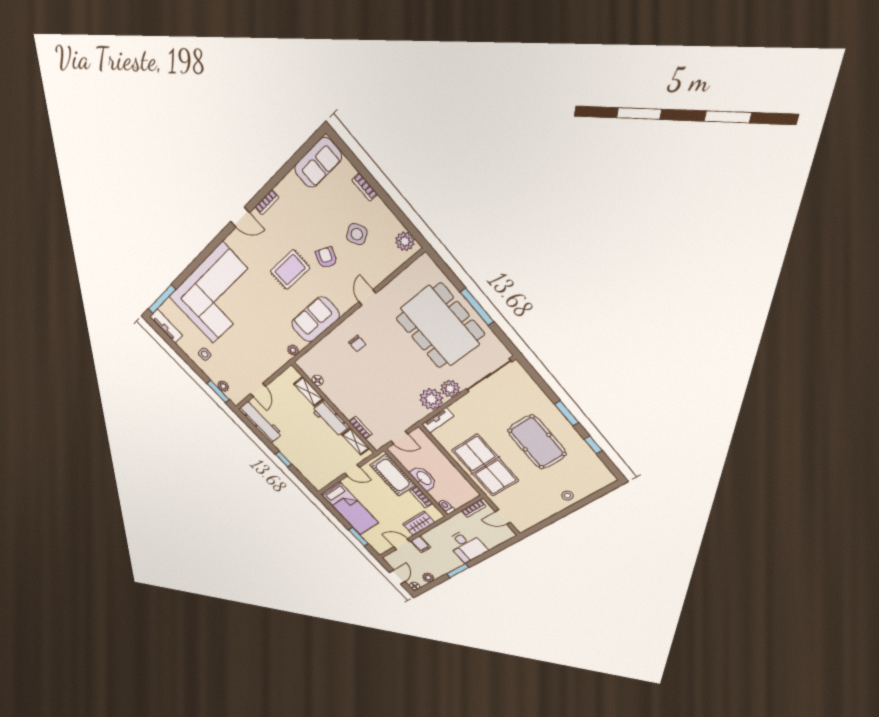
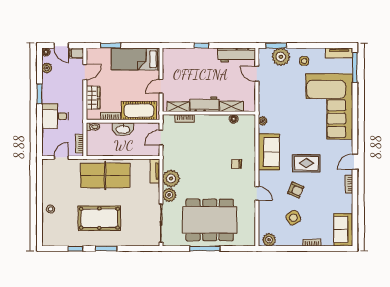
rug: (290, 270) -> (306, 163), turned 90
plant: (223, 386) -> (281, 57), width x1.88, depth x1.88
filing cabinet: (421, 544) -> (76, 53), moved

